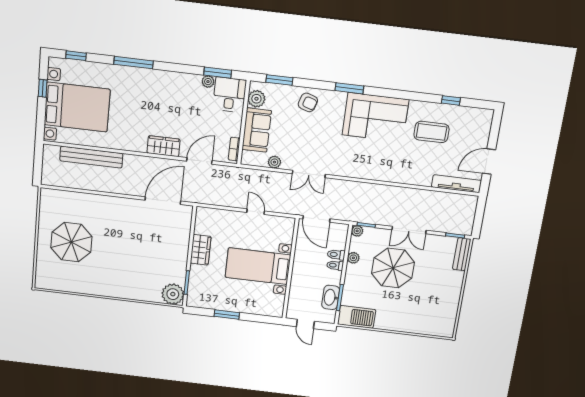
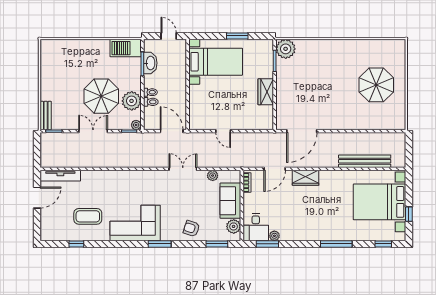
plant: (353, 258) -> (132, 101), width x1.88, depth x1.88
bed with nightstands: (258, 266) -> (216, 62), moved

